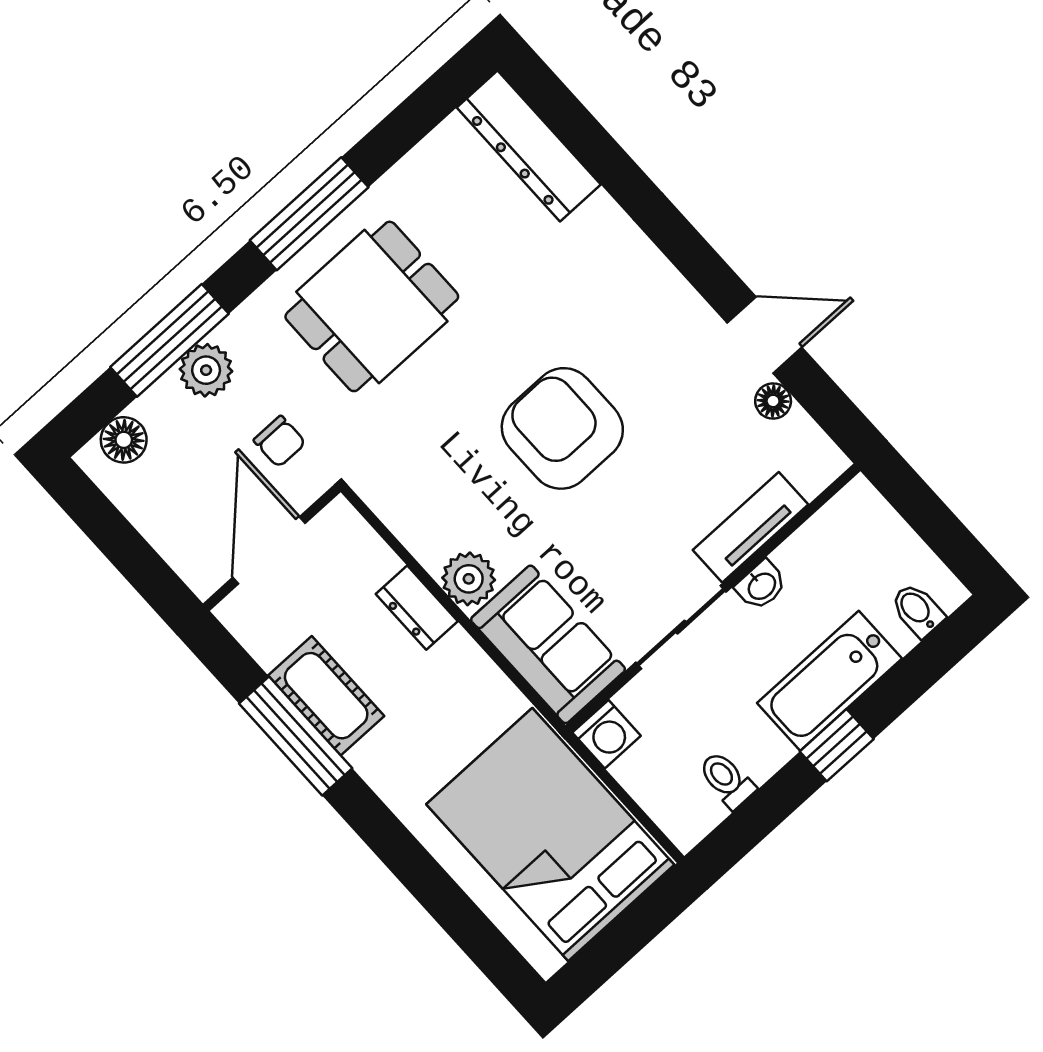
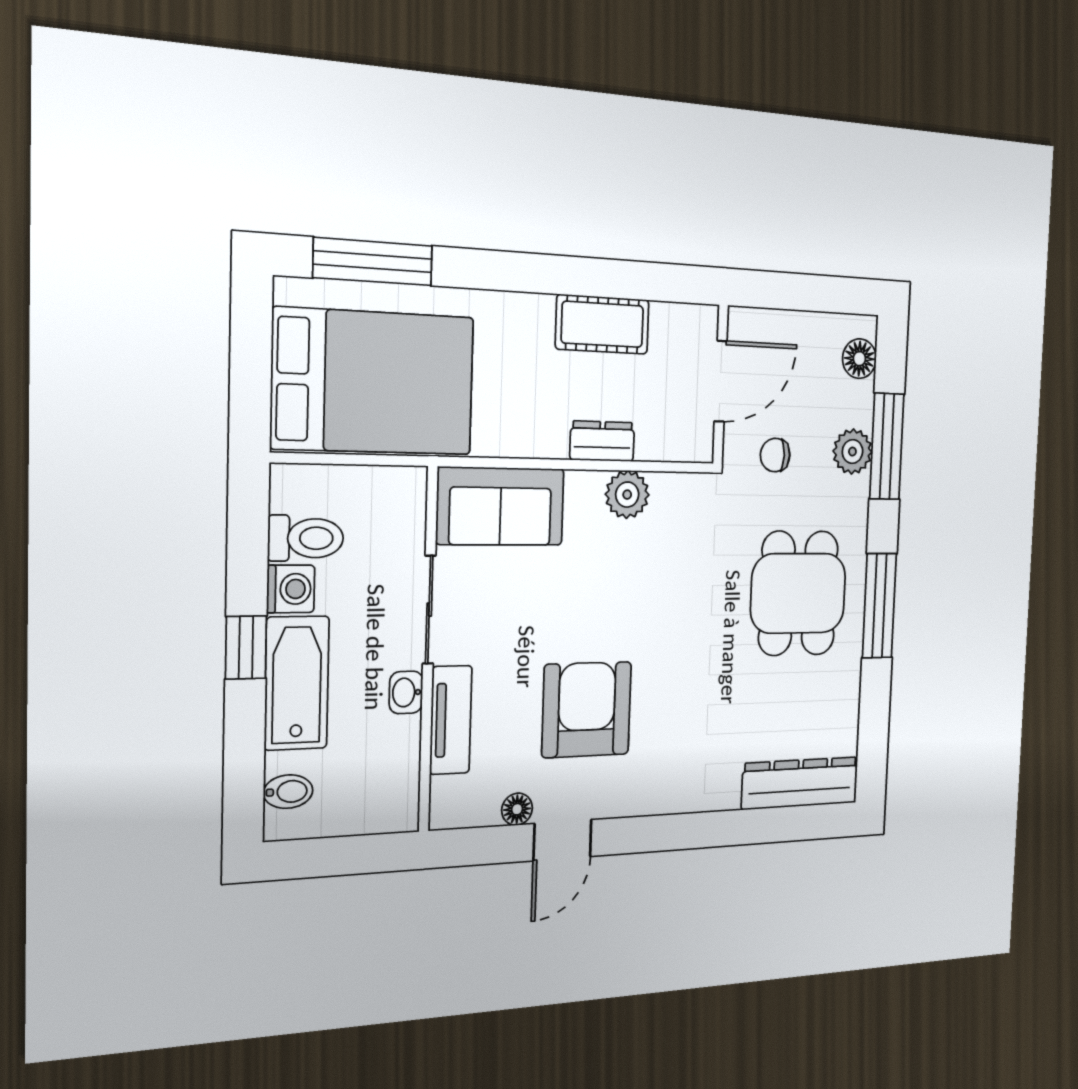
armchair: (562, 428) -> (587, 710), moved, turned -90
door: (269, 550) -> (721, 381), hinge flipped
plant: (469, 579) -> (627, 495), moved
washing machine: (607, 734) -> (291, 589), moved, turned 180
window: (296, 736) -> (373, 262), moved
toilet: (727, 780) -> (306, 538), width x1.37, depth x1.39

